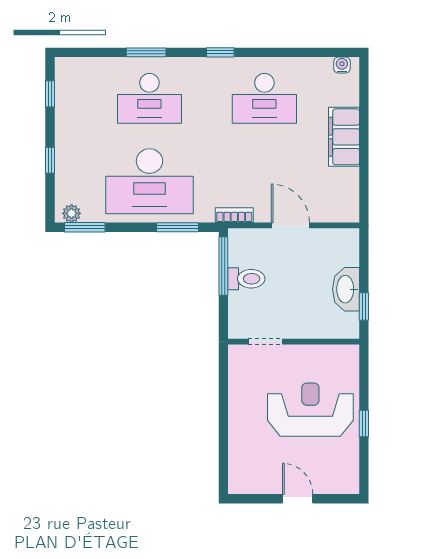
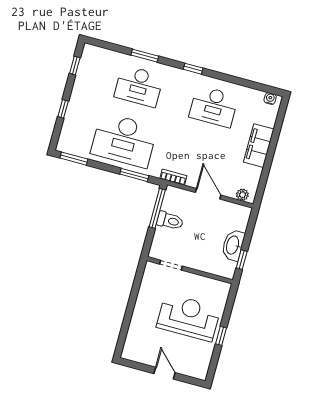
plant: (72, 213) -> (242, 195), moved

